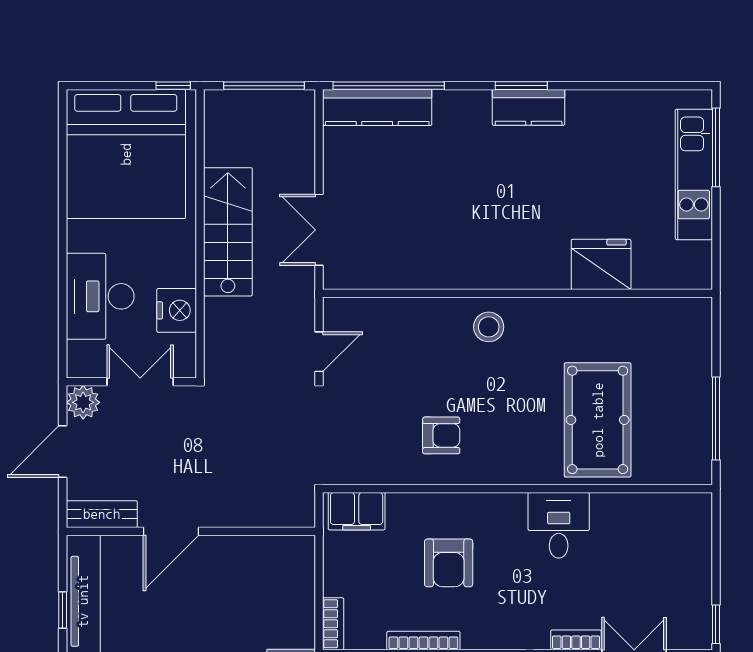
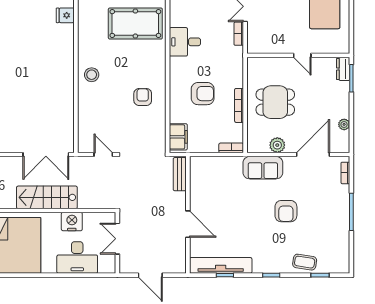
double door: (319, 230) -> (46, 154), width x1.37
fridge: (601, 264) -> (65, 15), width x0.53, depth x0.75
nightstand: (177, 310) -> (72, 221), moved
plant: (83, 402) -> (127, 265), removed
bench: (102, 514) -> (180, 174), moved

